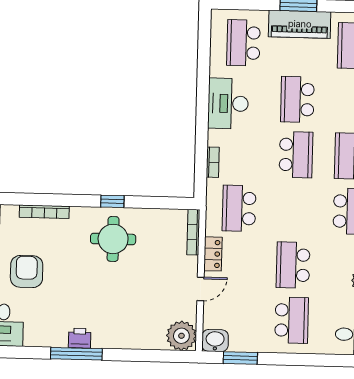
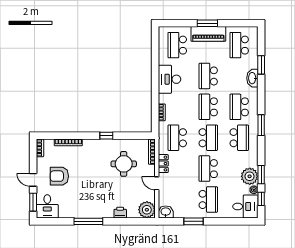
school desk: (296, 155) -> (208, 107), turned 180
school desk: (295, 210) -> (208, 138), added
round table: (113, 239) -> (124, 164), moved
armchair: (27, 272) -> (59, 176), turned -90
door: (200, 289) -> (157, 183), swing flipped
printer: (80, 338) -> (120, 213), moved
window: (240, 358) -> (194, 221), moved

